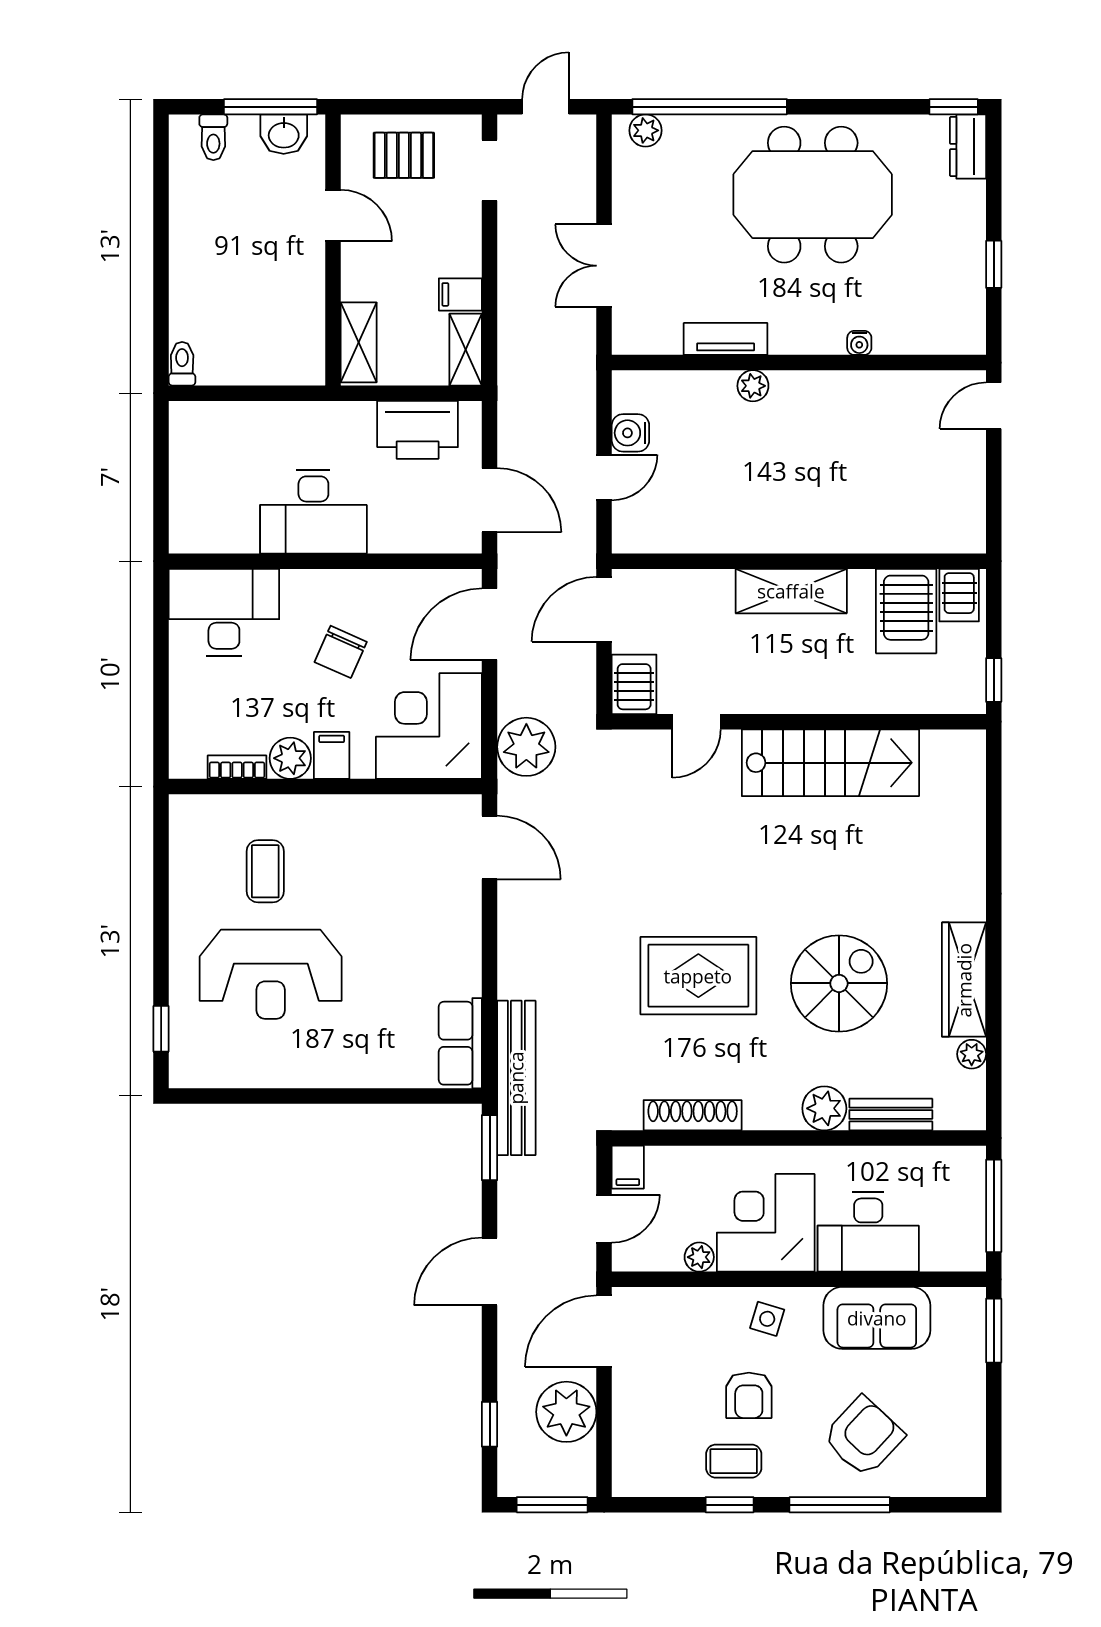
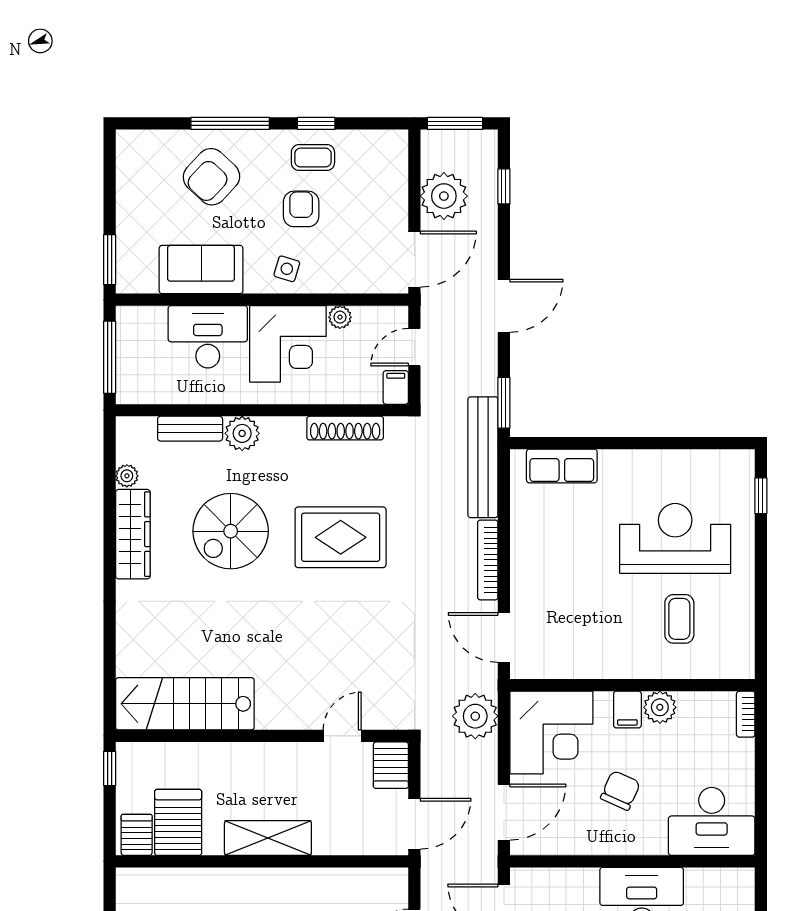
stairs: (830, 763) -> (185, 704), moved
bookcase: (237, 767) -> (746, 714), moved, turned 90
bookcase: (510, 947) -> (488, 560), added
row of seats: (460, 1043) -> (562, 466), moved, turned 90

